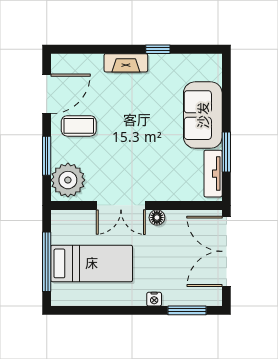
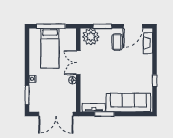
fireplace: (126, 63) -> (148, 43), moved
door: (47, 94) -> (133, 26), hinge flipped
sofa: (203, 115) -> (128, 103), width x1.36
double door: (226, 251) -> (56, 114), swing flipped

